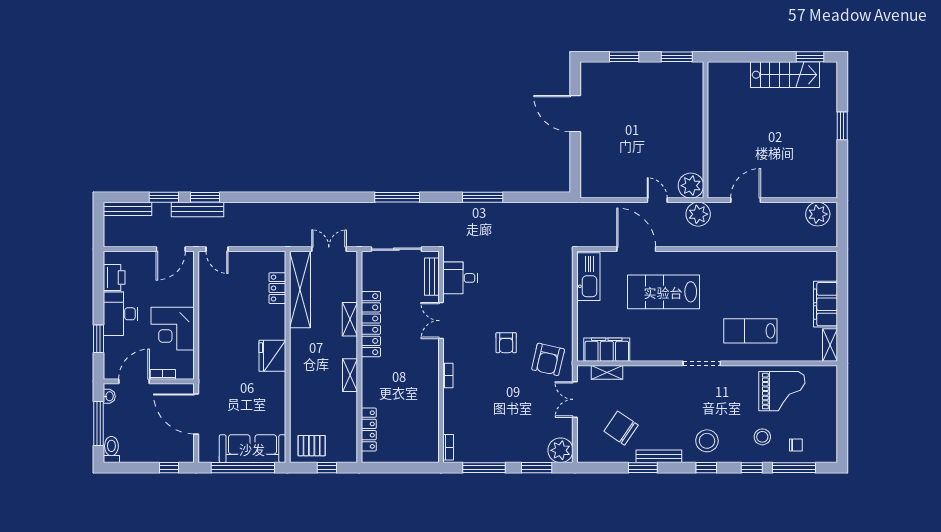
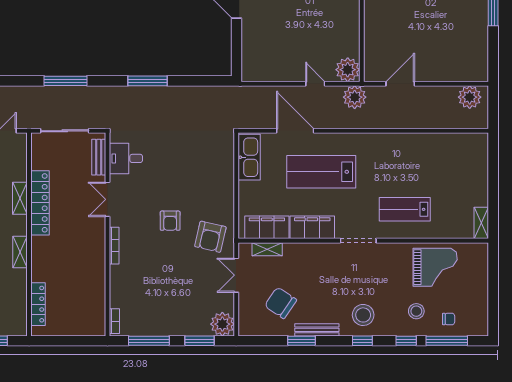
filing cabinet: (825, 304) -> (312, 227), moved, turned 90
bookcase: (448, 376) -> (114, 246), width x1.56

